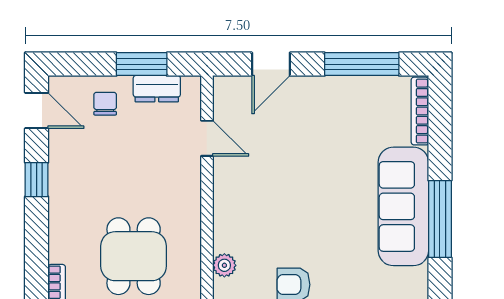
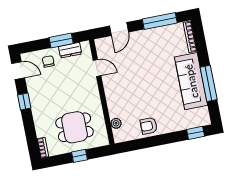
dining table: (134, 256) -> (75, 127), turned 90

